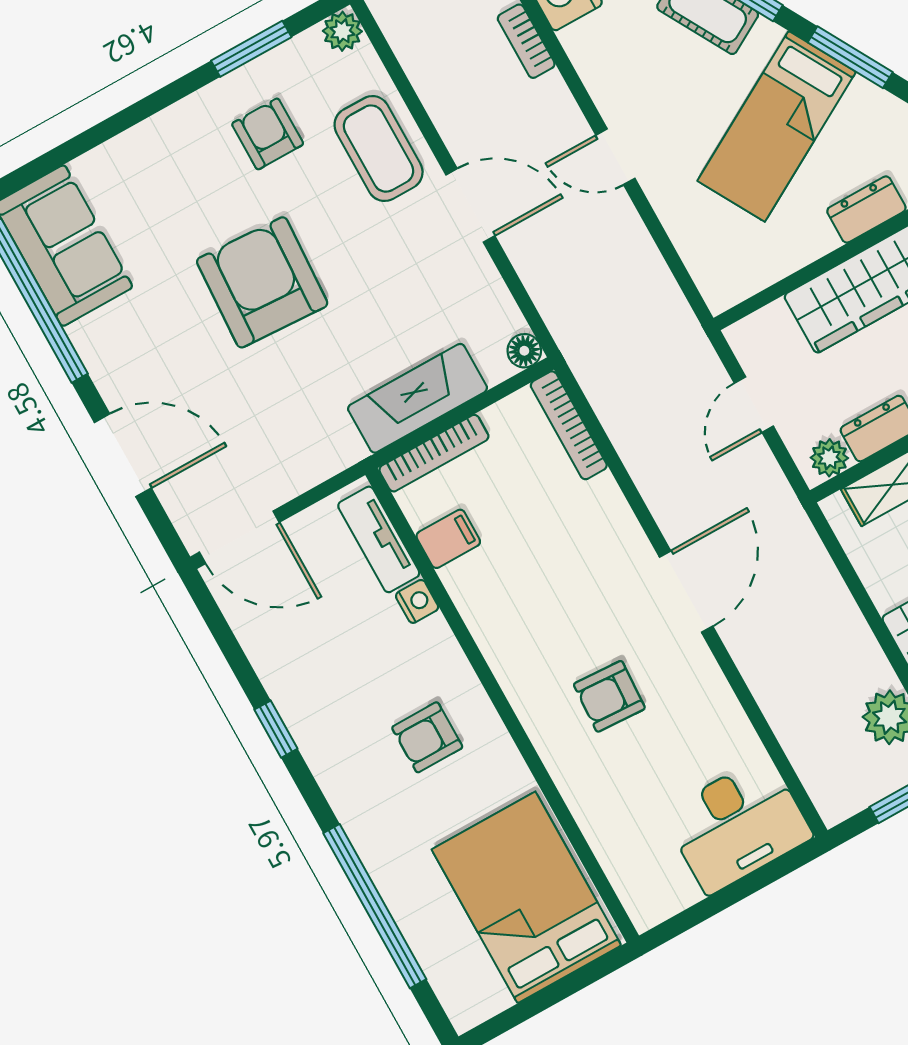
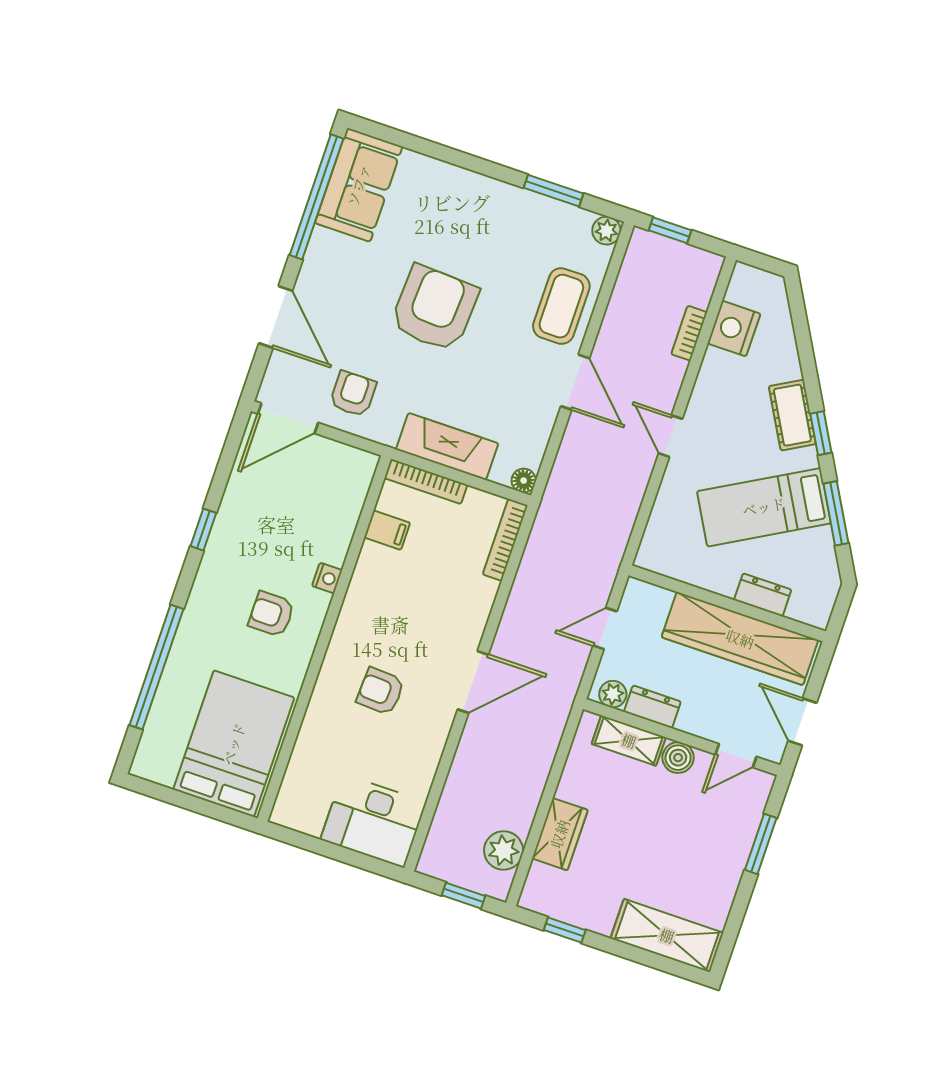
armchair: (268, 134) -> (353, 394), moved
door: (239, 537) -> (288, 418), hinge flipped
tv unit: (379, 539) -> (353, 493), removed
nightstand: (417, 601) -> (327, 578), moved

